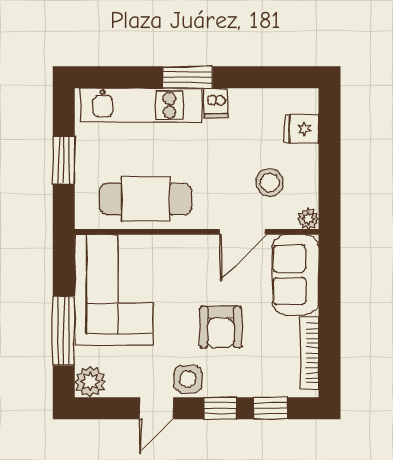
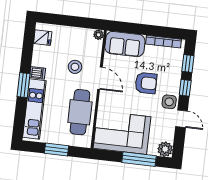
fridge: (301, 129) -> (43, 38), moved, turned -90
stool: (270, 183) -> (75, 67), moved
door: (242, 232) -> (100, 78), moved

